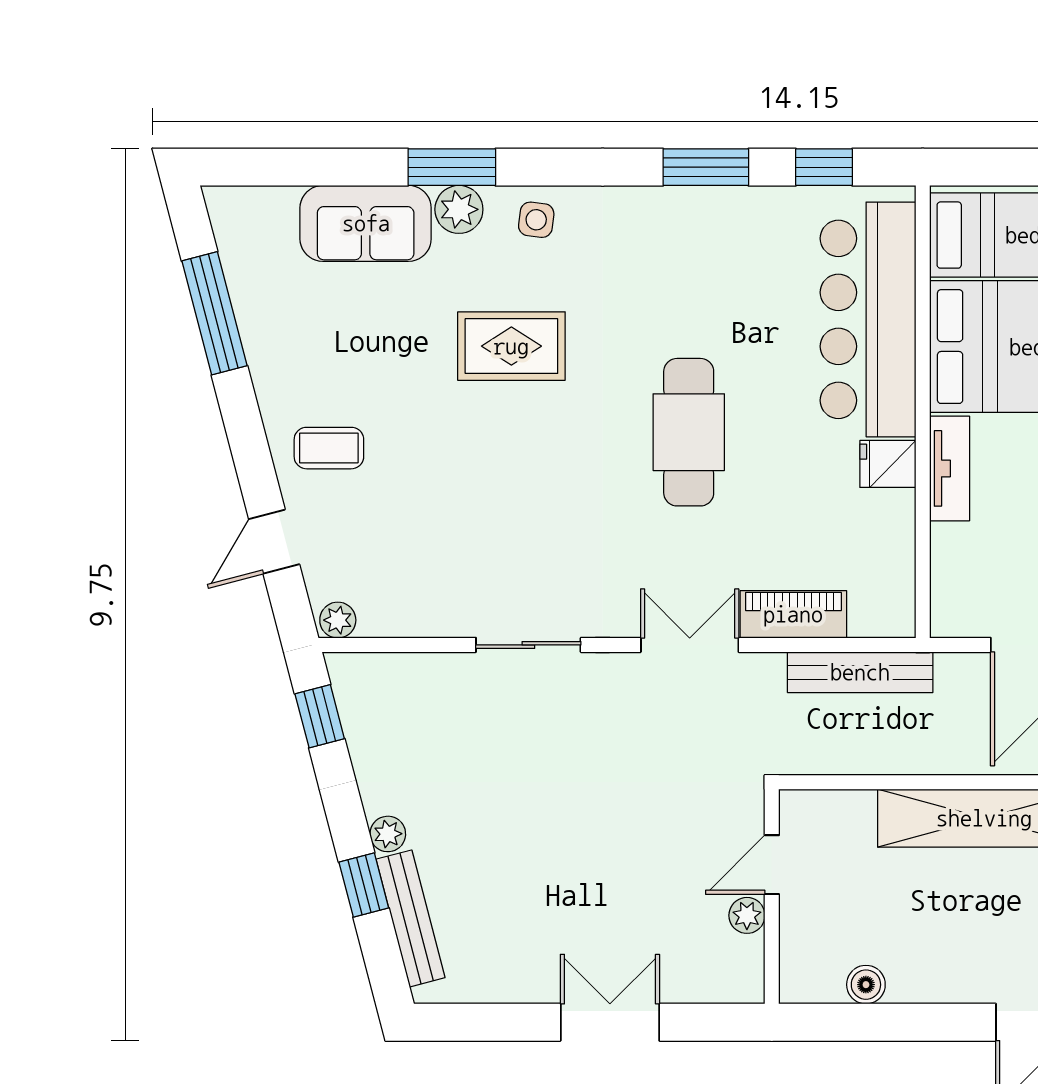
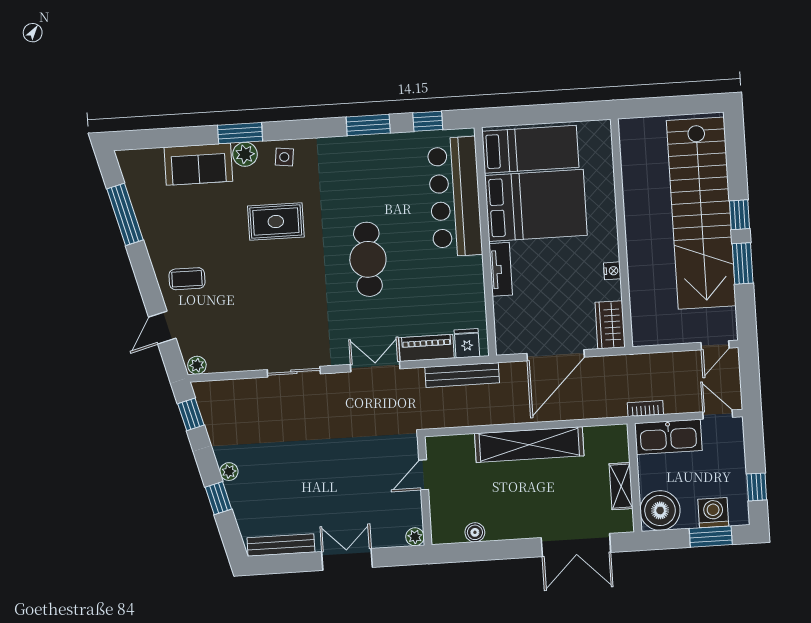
fridge: (888, 464) -> (467, 343), moved, turned 90
plant: (747, 915) -> (415, 537), moved
bench: (411, 918) -> (281, 545), moved, turned -75

